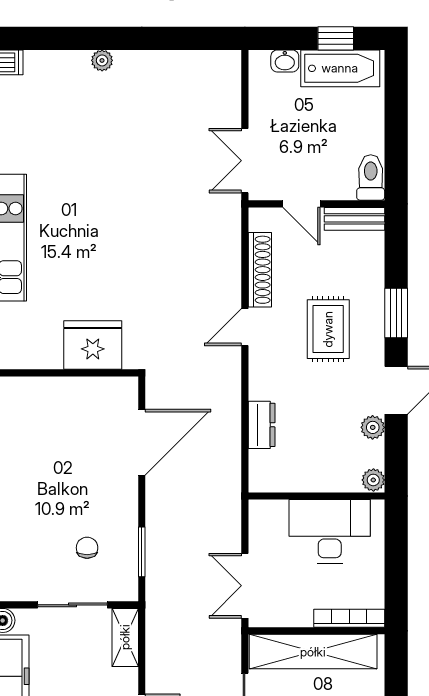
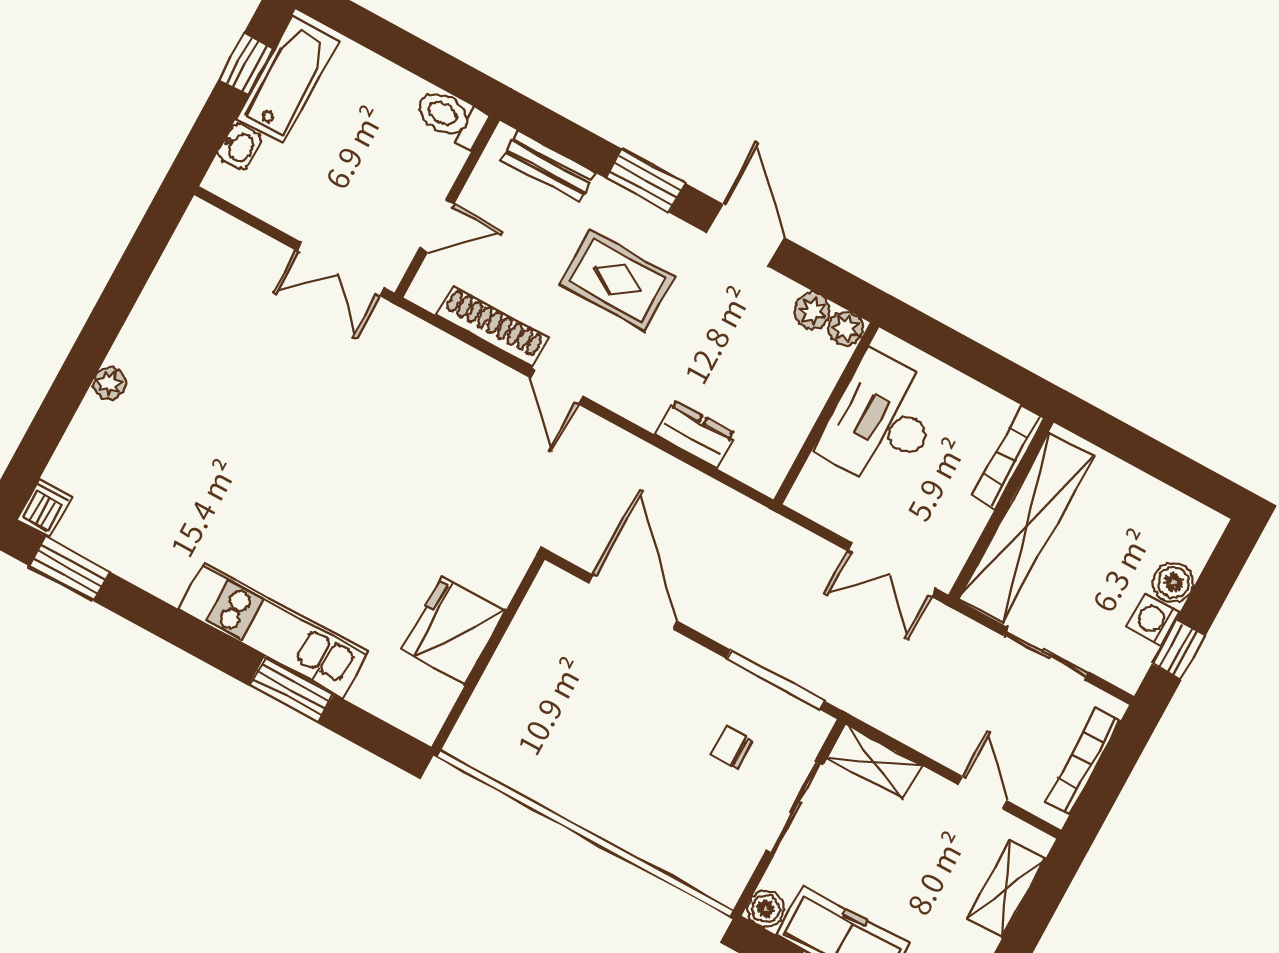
bench: (355, 219) -> (549, 167), moved, turned 90
fridge: (93, 345) -> (454, 631), moved
plant: (373, 427) -> (812, 311), moved
window: (142, 552) -> (775, 680), width x1.44

